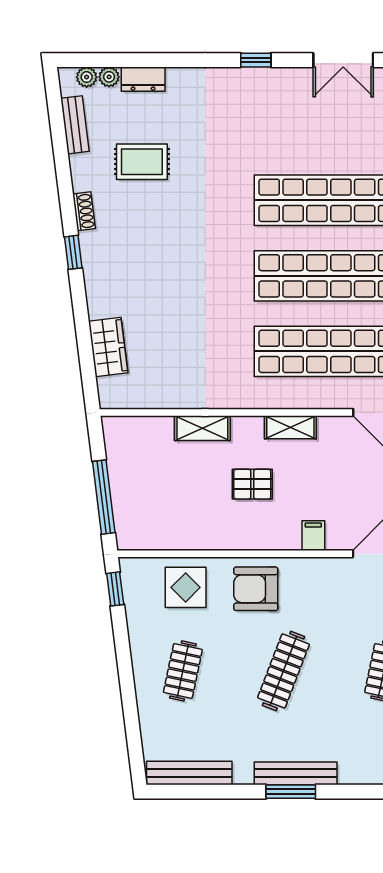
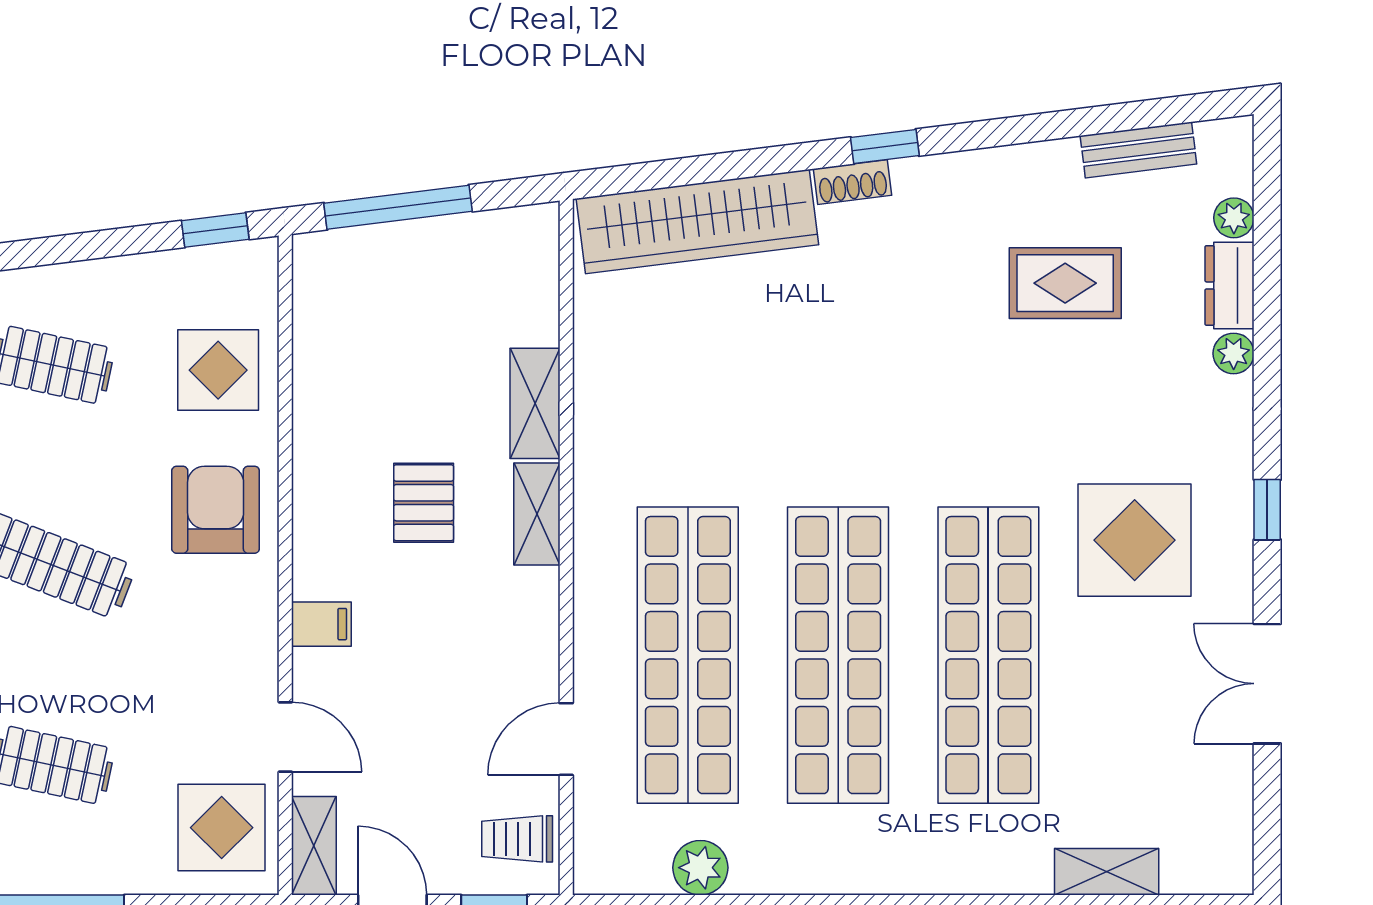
plant: (87, 77) -> (1234, 353), moved
display table: (271, 127) -> (1135, 540), added
rug: (142, 162) -> (1065, 283), turned 90
shoe rack: (84, 211) -> (852, 182), moved
wardrobe: (108, 347) -> (697, 222), width x2.10, depth x1.17
shelving: (290, 427) -> (537, 514), moved

